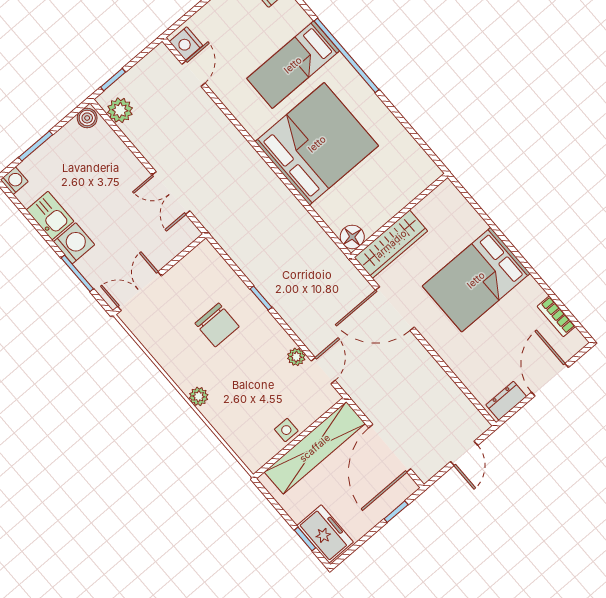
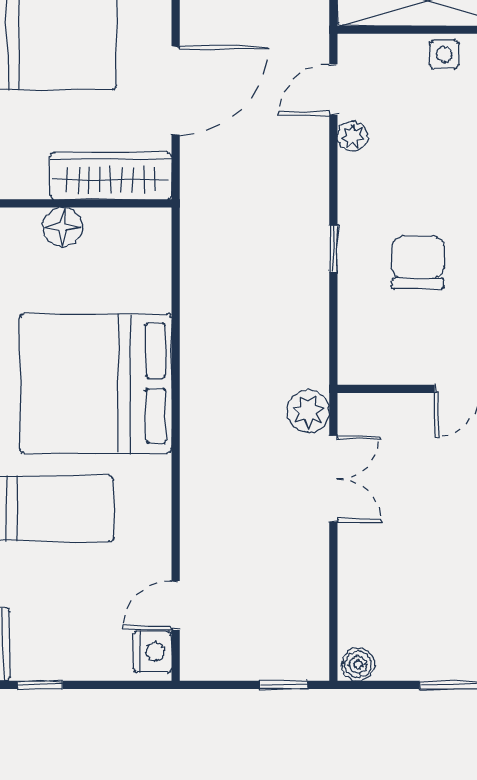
plant: (120, 110) -> (308, 411), moved
floor lamp: (352, 237) -> (63, 227), moved
door: (395, 309) -> (176, 90), hinge flipped

